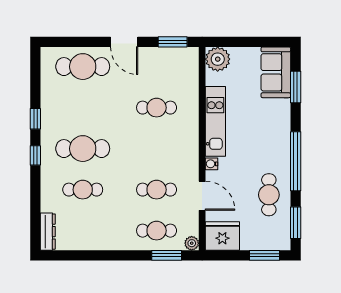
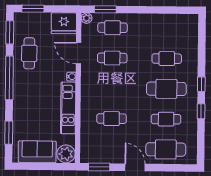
sofa: (276, 72) -> (37, 152), moved, turned -90
cafe table: (83, 108) -> (166, 119), added
dresser: (48, 232) -> (193, 28), removed

